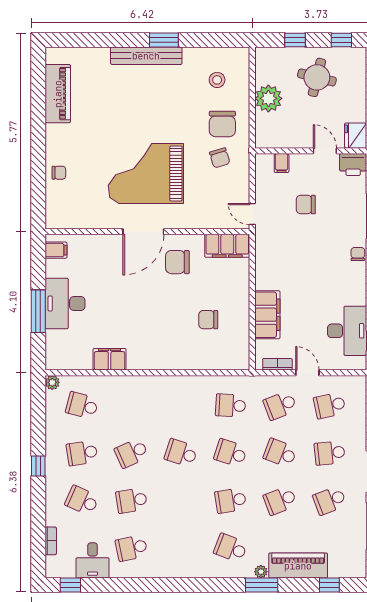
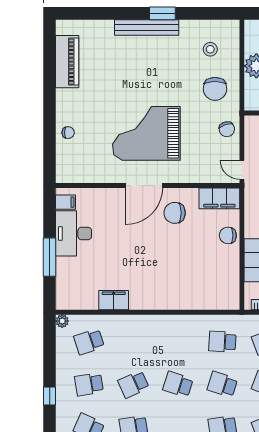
chair: (220, 158) -> (227, 129), moved
desk: (65, 303) -> (74, 233), moved
chair: (208, 320) -> (228, 235), moved
school desk: (82, 405) -> (89, 342), turned -33

